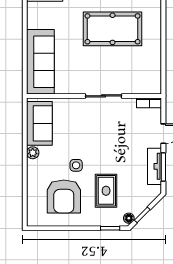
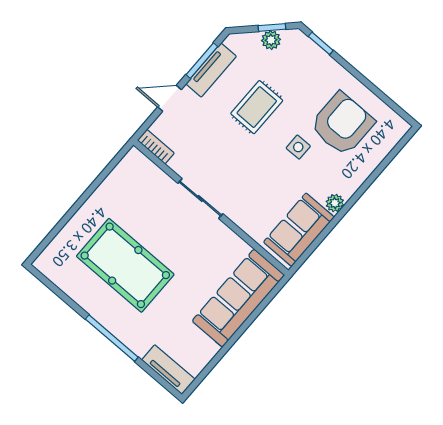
rug: (106, 191) -> (257, 107), moved
plant: (137, 208) -> (271, 40), added
floor lamp: (129, 218) -> (290, 37), removed

